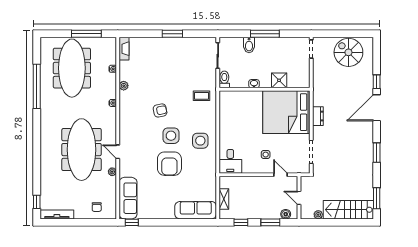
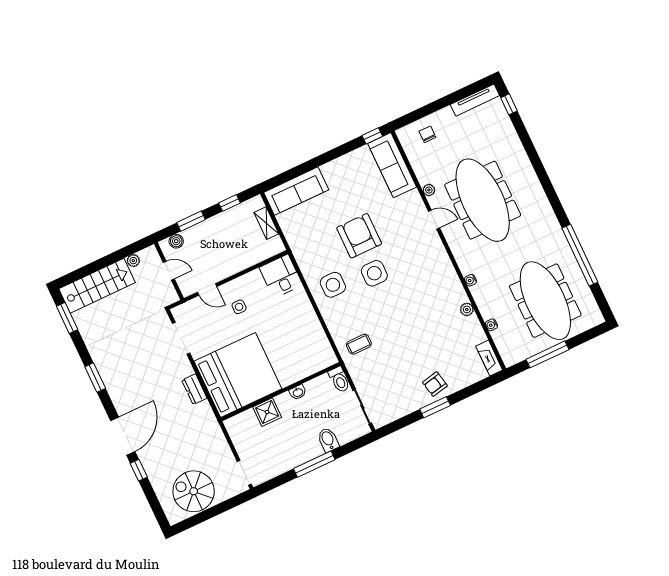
spiral stairs: (348, 52) -> (194, 491), turned 180
armchair: (160, 110) -> (435, 384), moved

